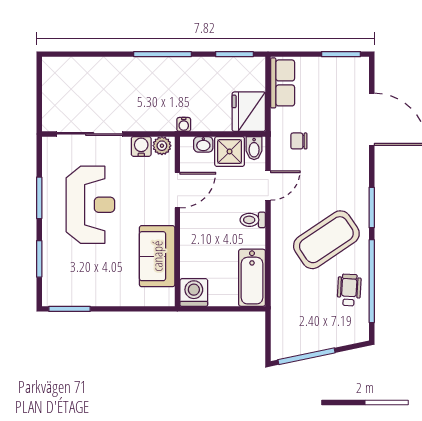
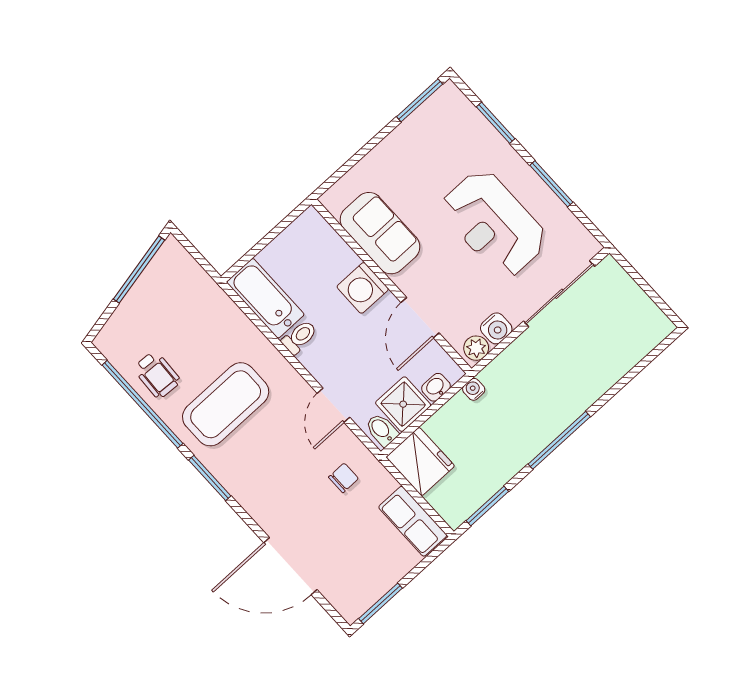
toilet: (253, 220) -> (299, 337), moved
coffee table: (326, 240) -> (226, 404), turned 34
washing machine: (194, 292) -> (363, 288), moved, turned 90

